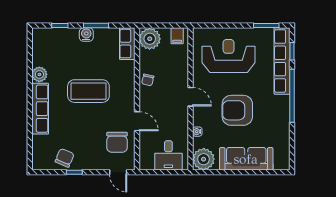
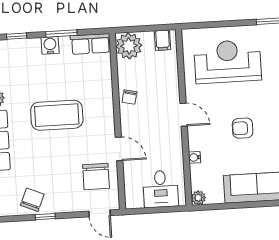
row of seats: (127, 44) -> (90, 44), moved, turned -90
armchair: (237, 110) -> (243, 128), width x0.53, depth x0.53
plant: (204, 159) -> (198, 198), width x0.53, depth x0.53

